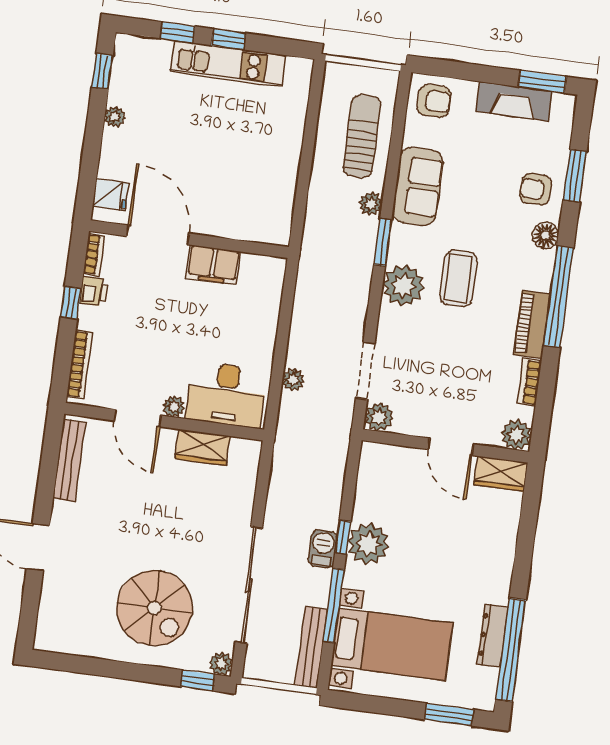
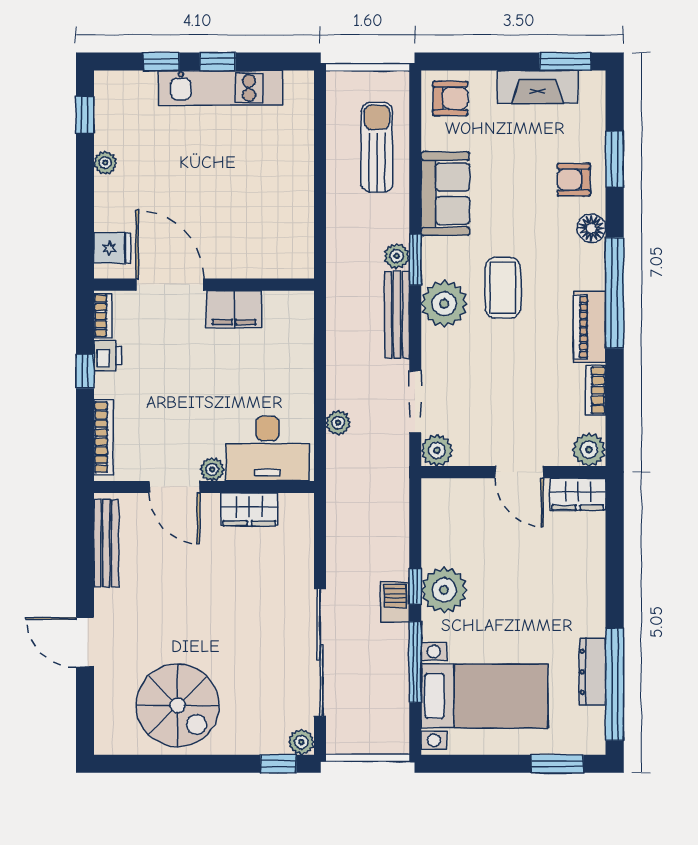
plant: (371, 204) -> (397, 256), moved
spiral stairs: (154, 608) -> (178, 705), moved
bench: (311, 647) -> (397, 315), moved

